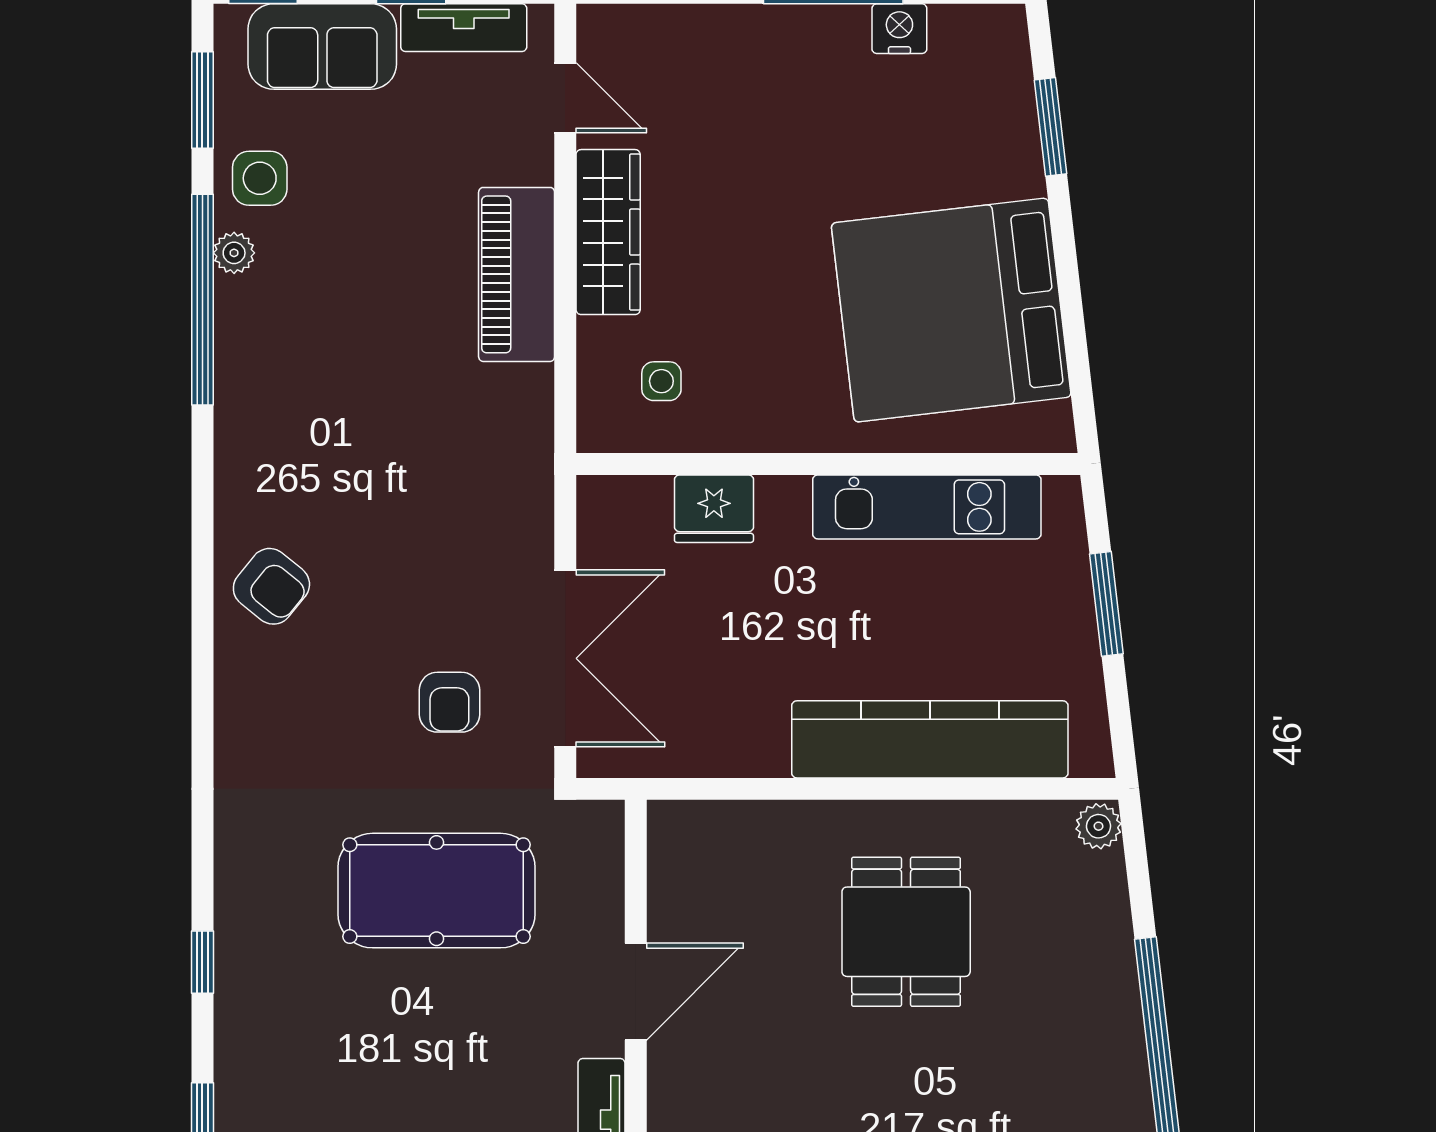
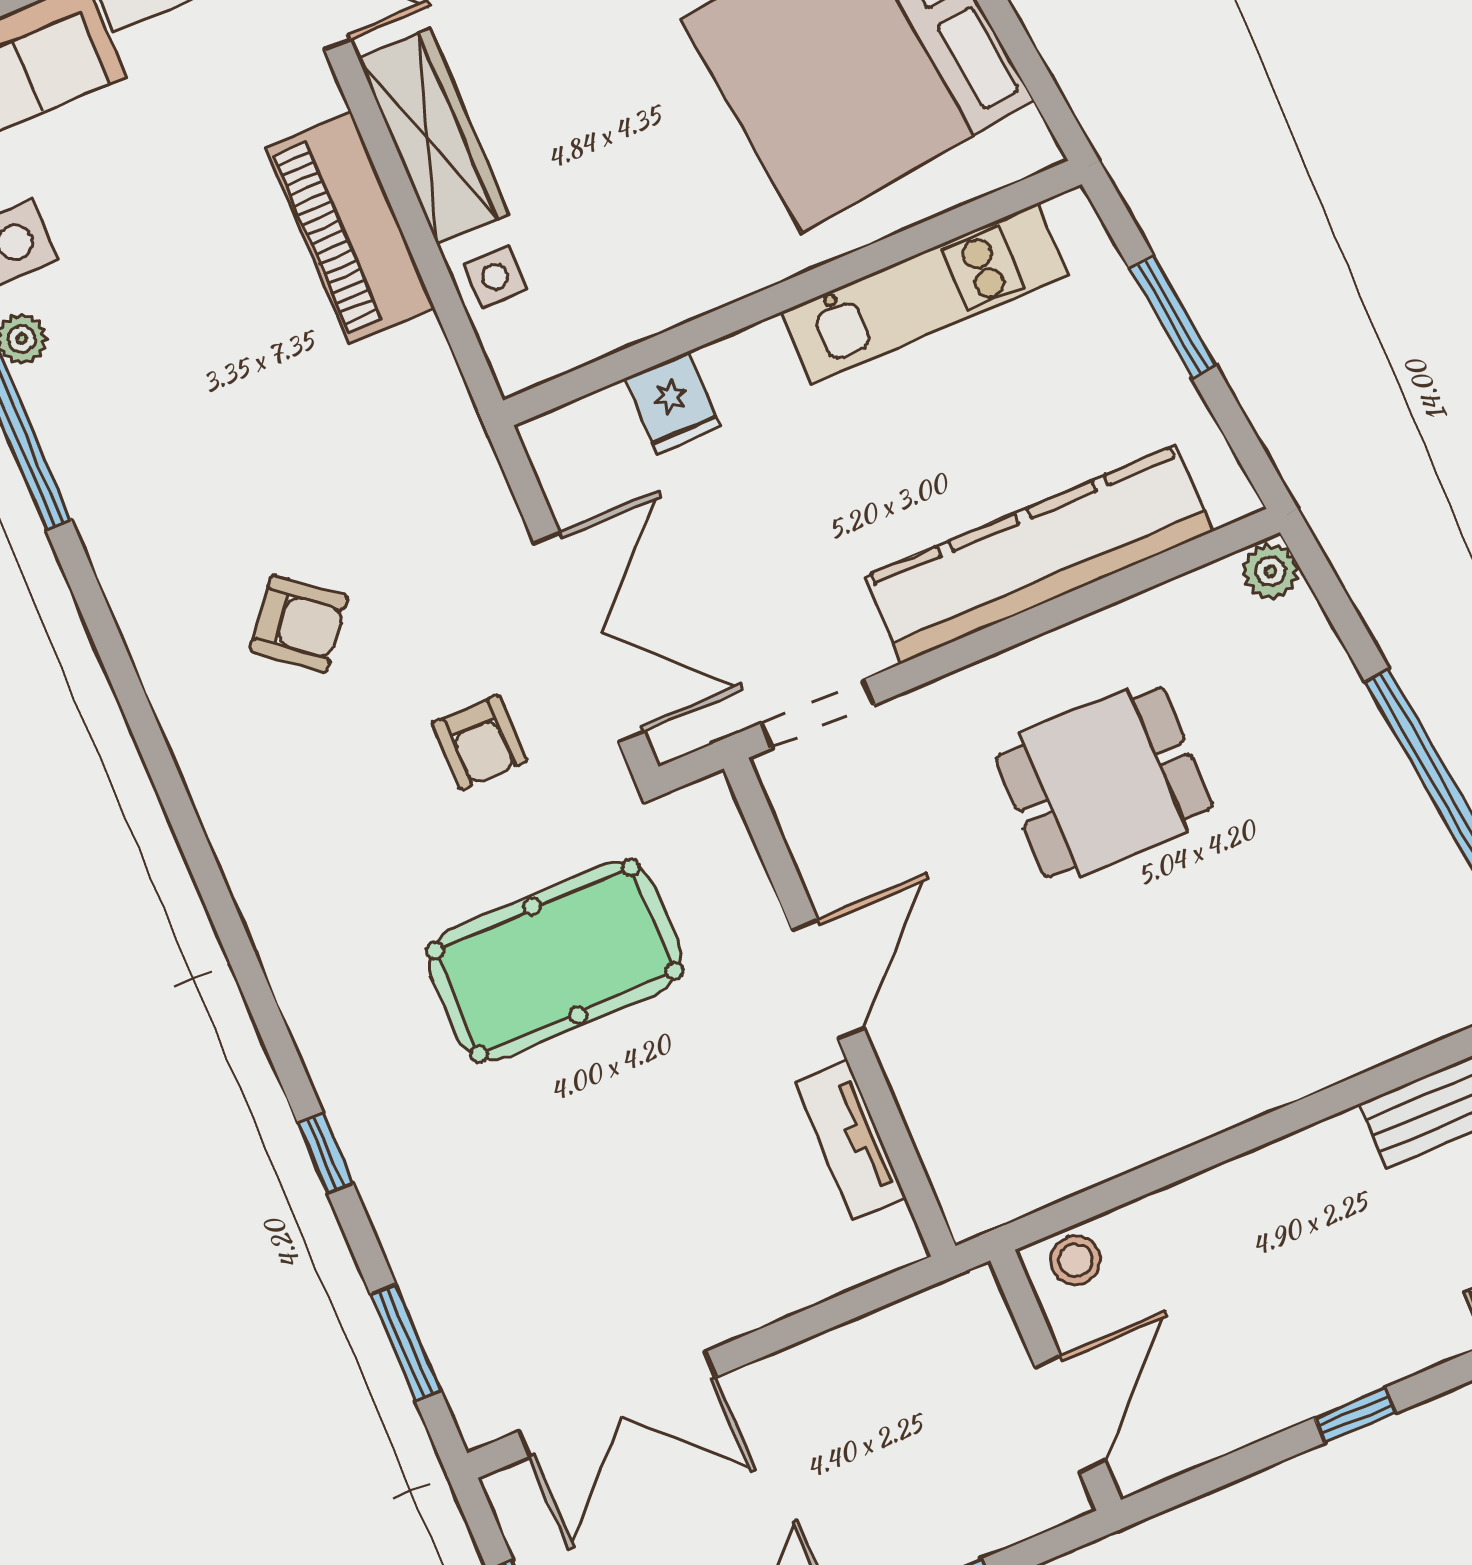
side table: (661, 381) -> (495, 277), moved
fridge: (714, 509) -> (673, 403), width x0.72
armchair: (271, 586) -> (299, 624), moved
doorway: (713, 789) -> (818, 714), added
dining table: (906, 932) -> (1104, 782), turned 90

